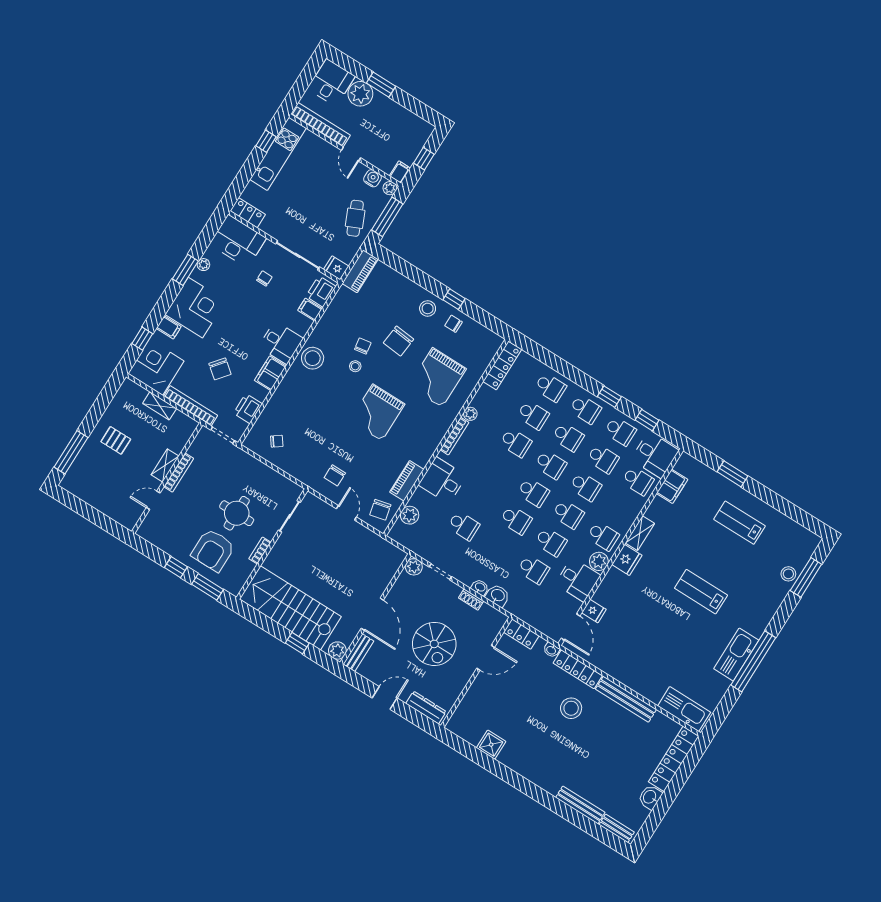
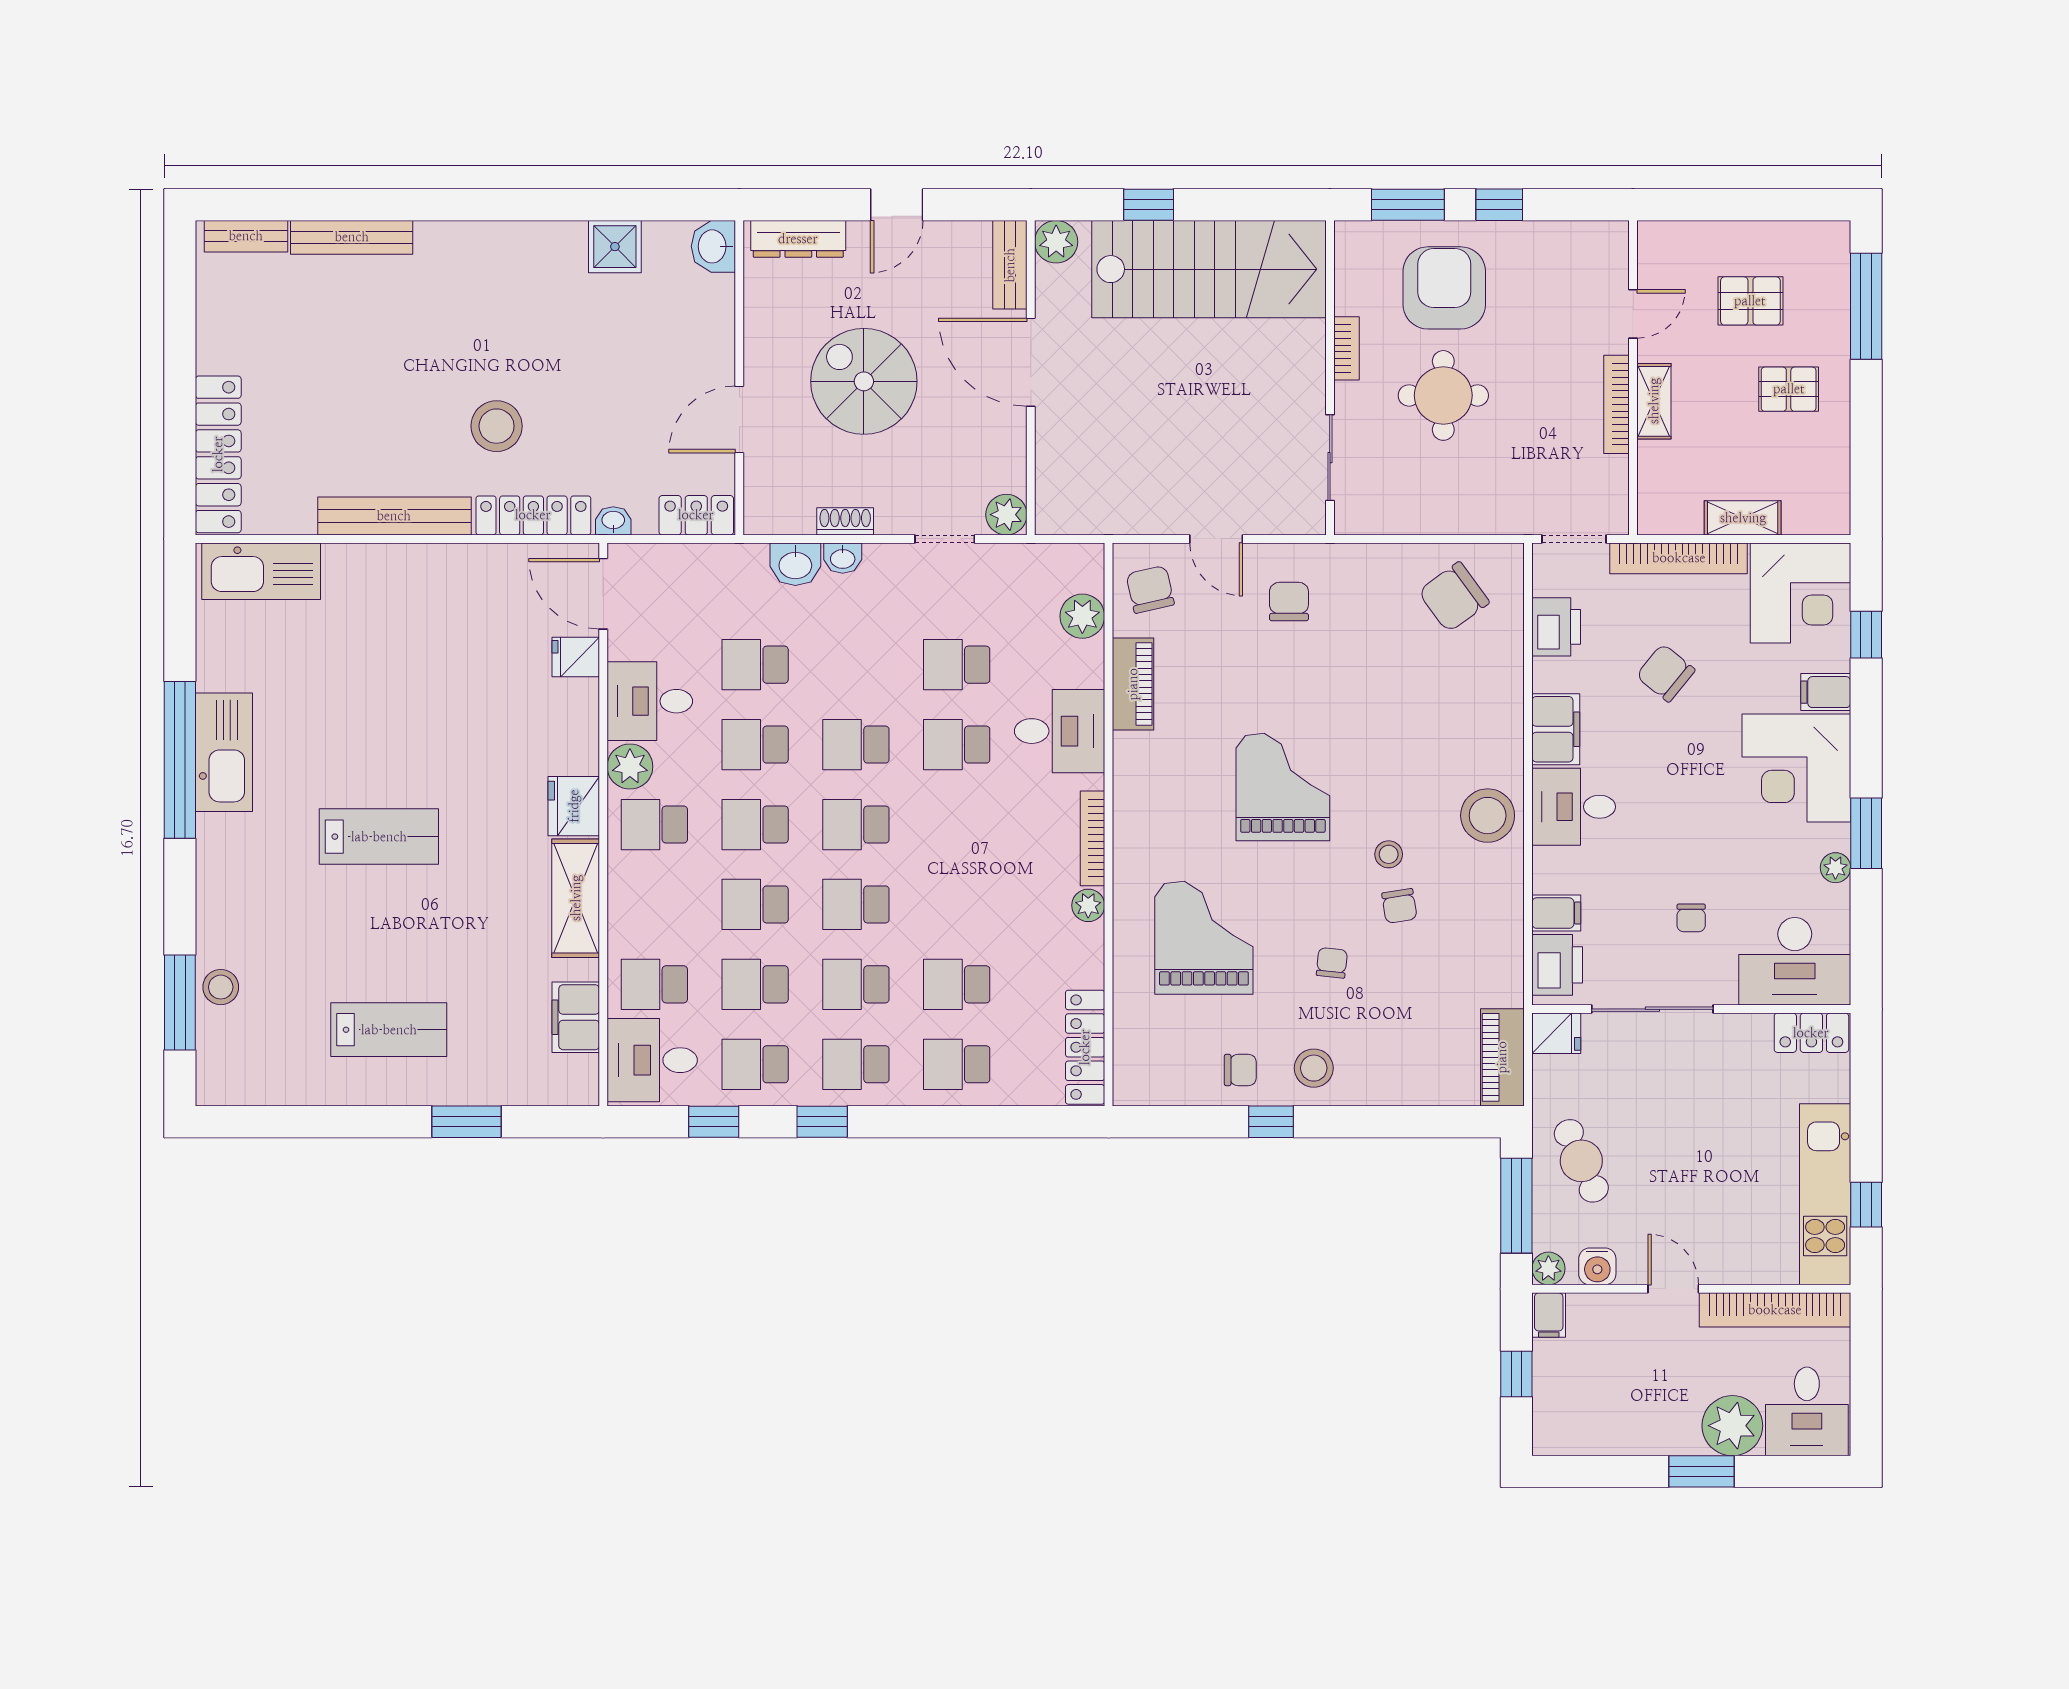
chair: (398, 341) -> (1332, 963), width x0.54, depth x0.54
chair: (277, 441) -> (1454, 597), width x1.87, depth x1.87
school desk: (516, 443) -> (957, 745), moved
pallet: (110, 479) -> (1750, 301), added
shelving: (640, 533) -> (576, 898), width x1.50, depth x1.33
washbasin: (650, 797) -> (713, 246), moved, turned 180

